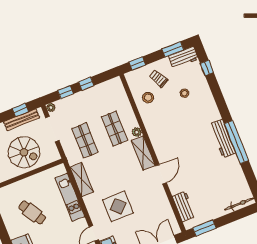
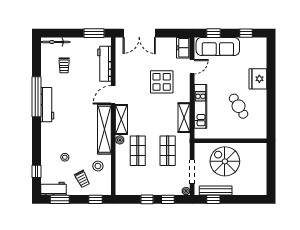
shelving: (156, 137) -> (104, 129), added
trolley: (222, 184) -> (64, 65), added
workbench: (184, 206) -> (104, 64), width x1.38

